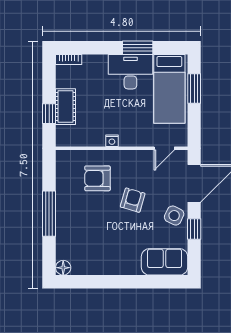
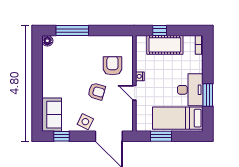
window: (194, 88) -> (161, 136), moved
cot: (65, 107) -> (165, 45), width x1.37, depth x1.34
door: (164, 148) -> (134, 93), moved
window: (49, 214) -> (72, 30), moved
window: (194, 229) -> (61, 136), moved

